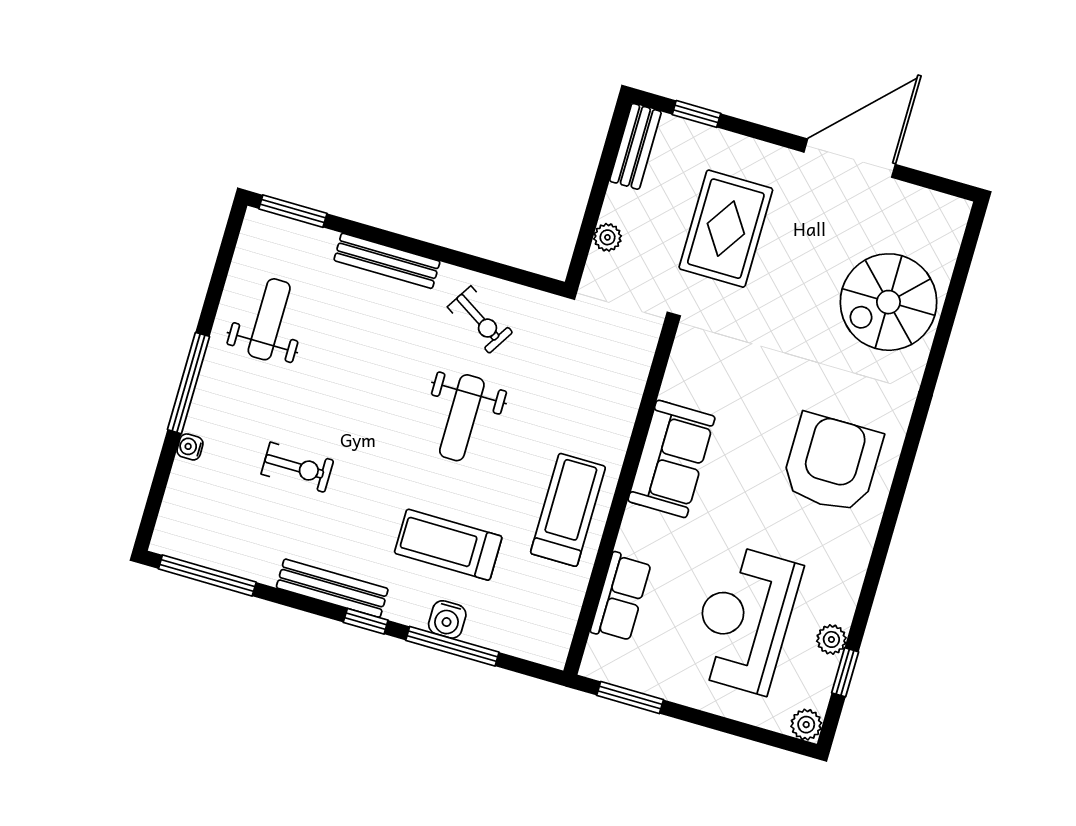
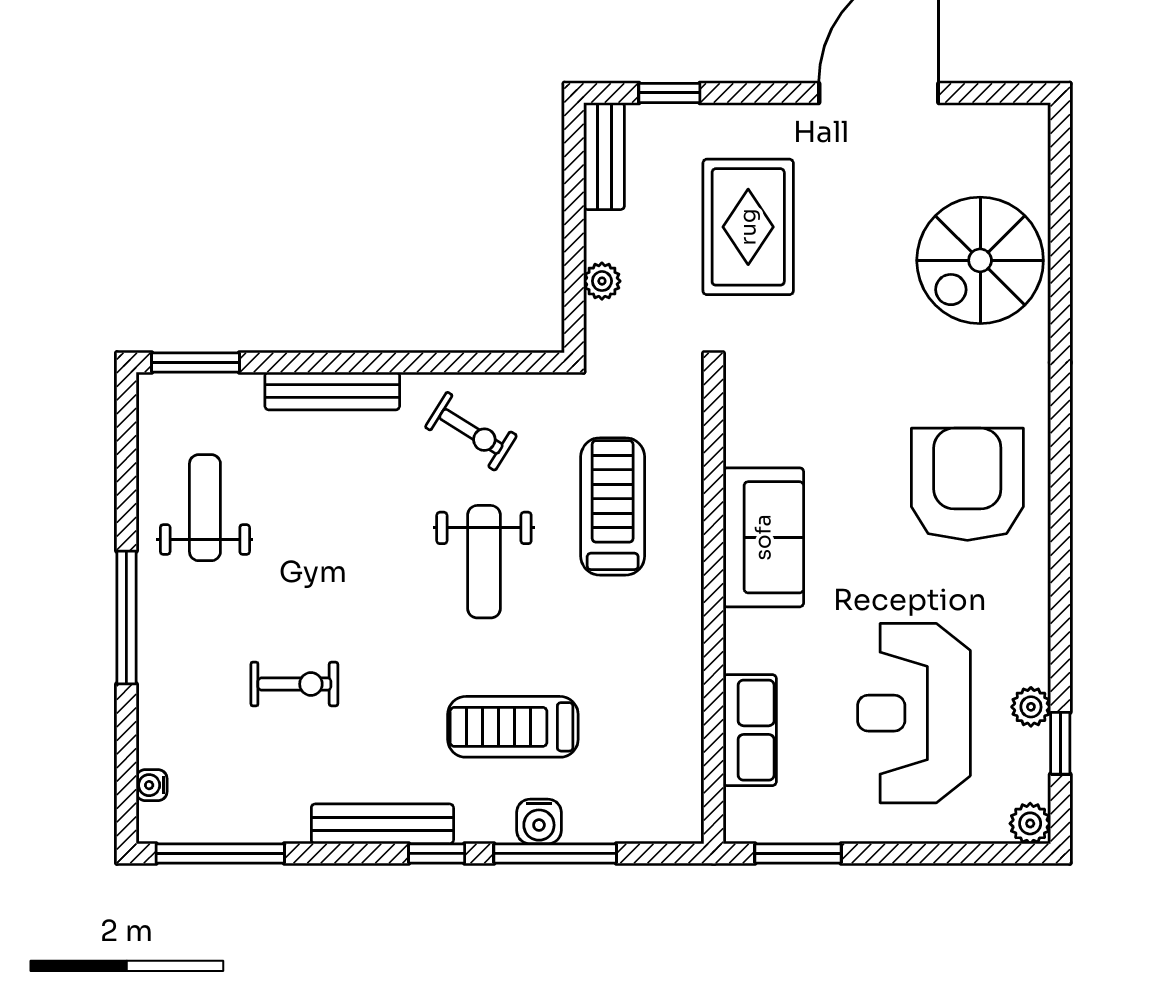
water cooler: (190, 447) -> (152, 785), moved
treadmill: (568, 510) -> (613, 506), moved

